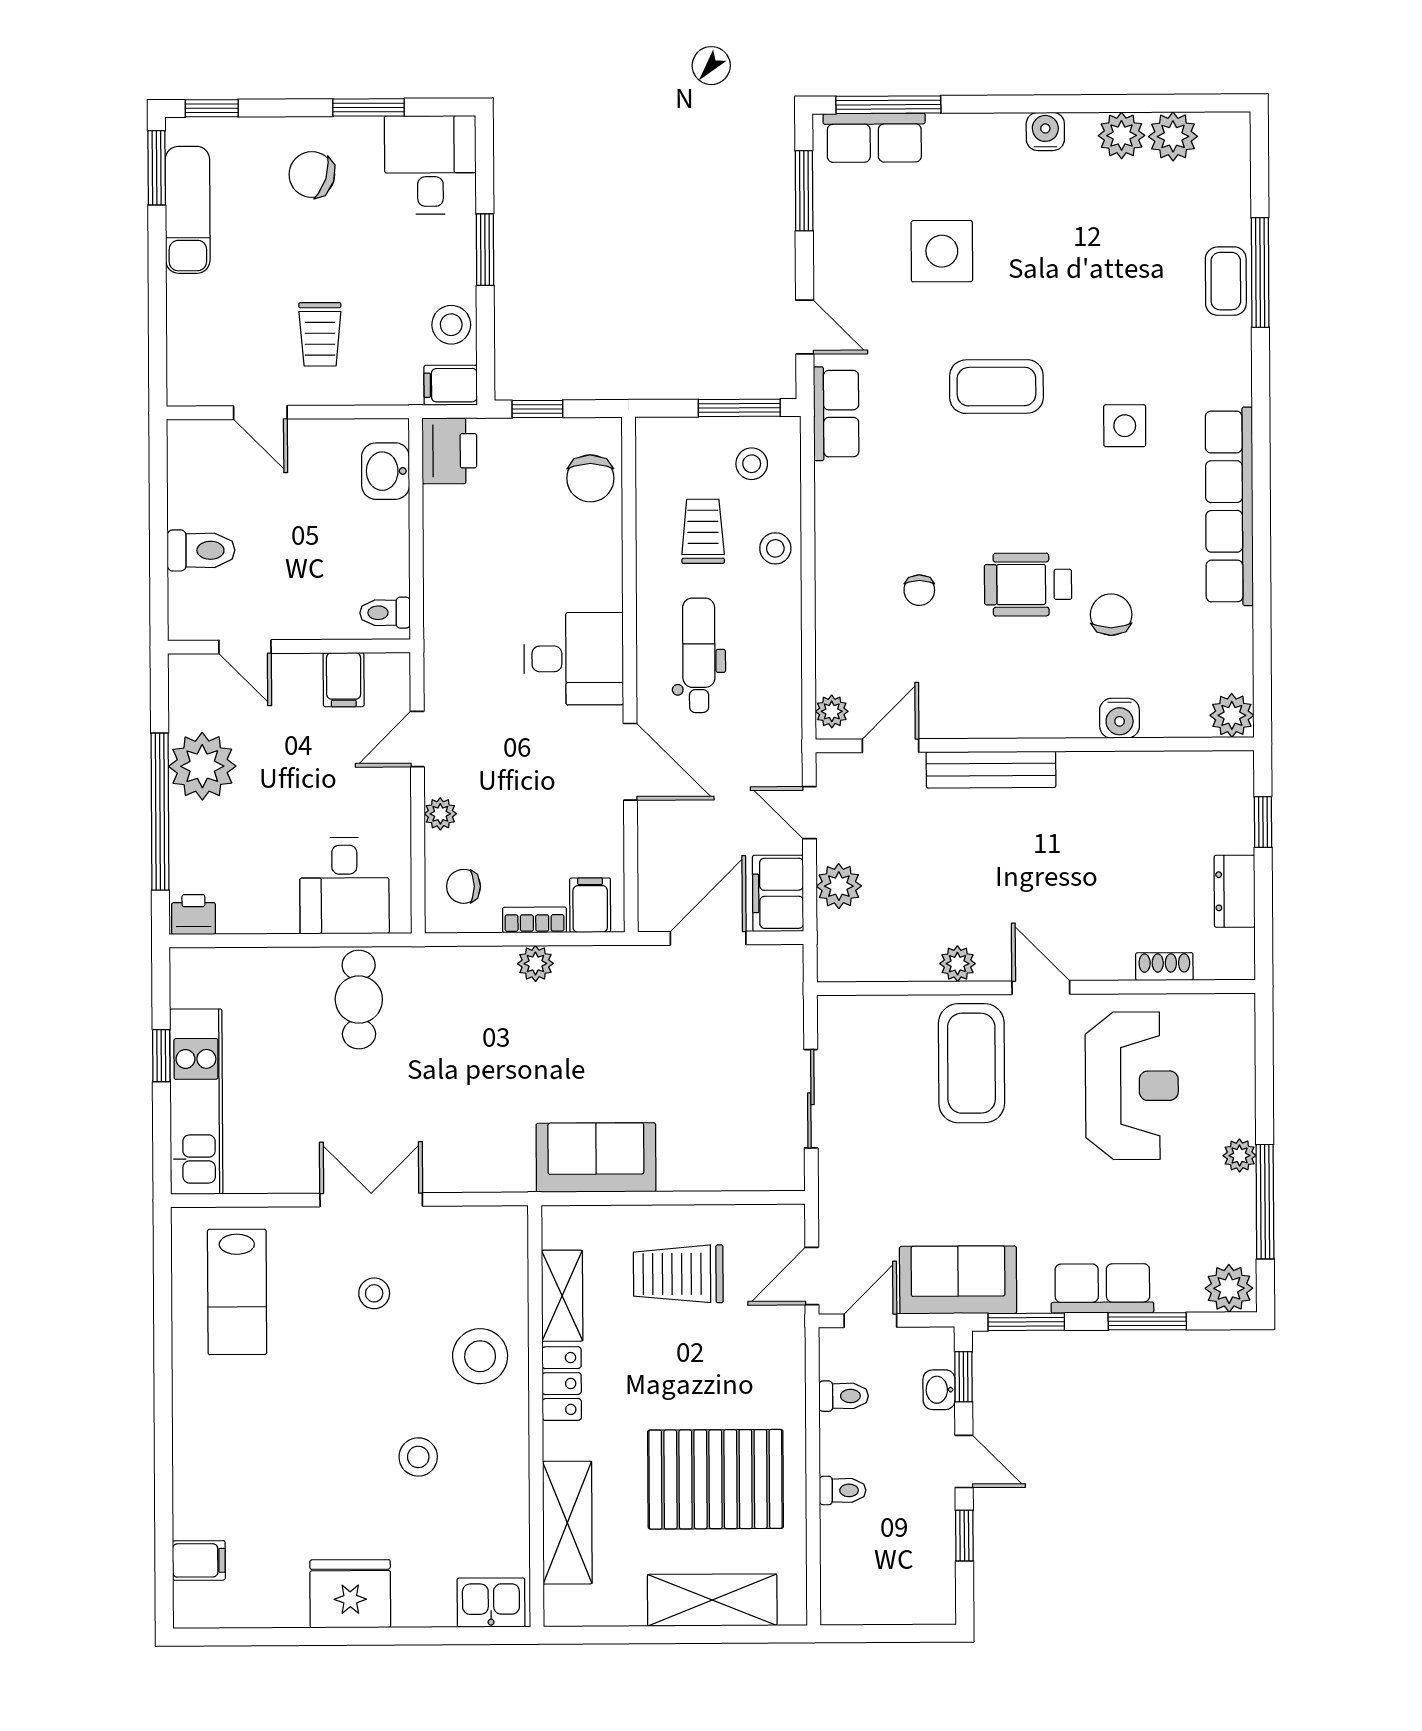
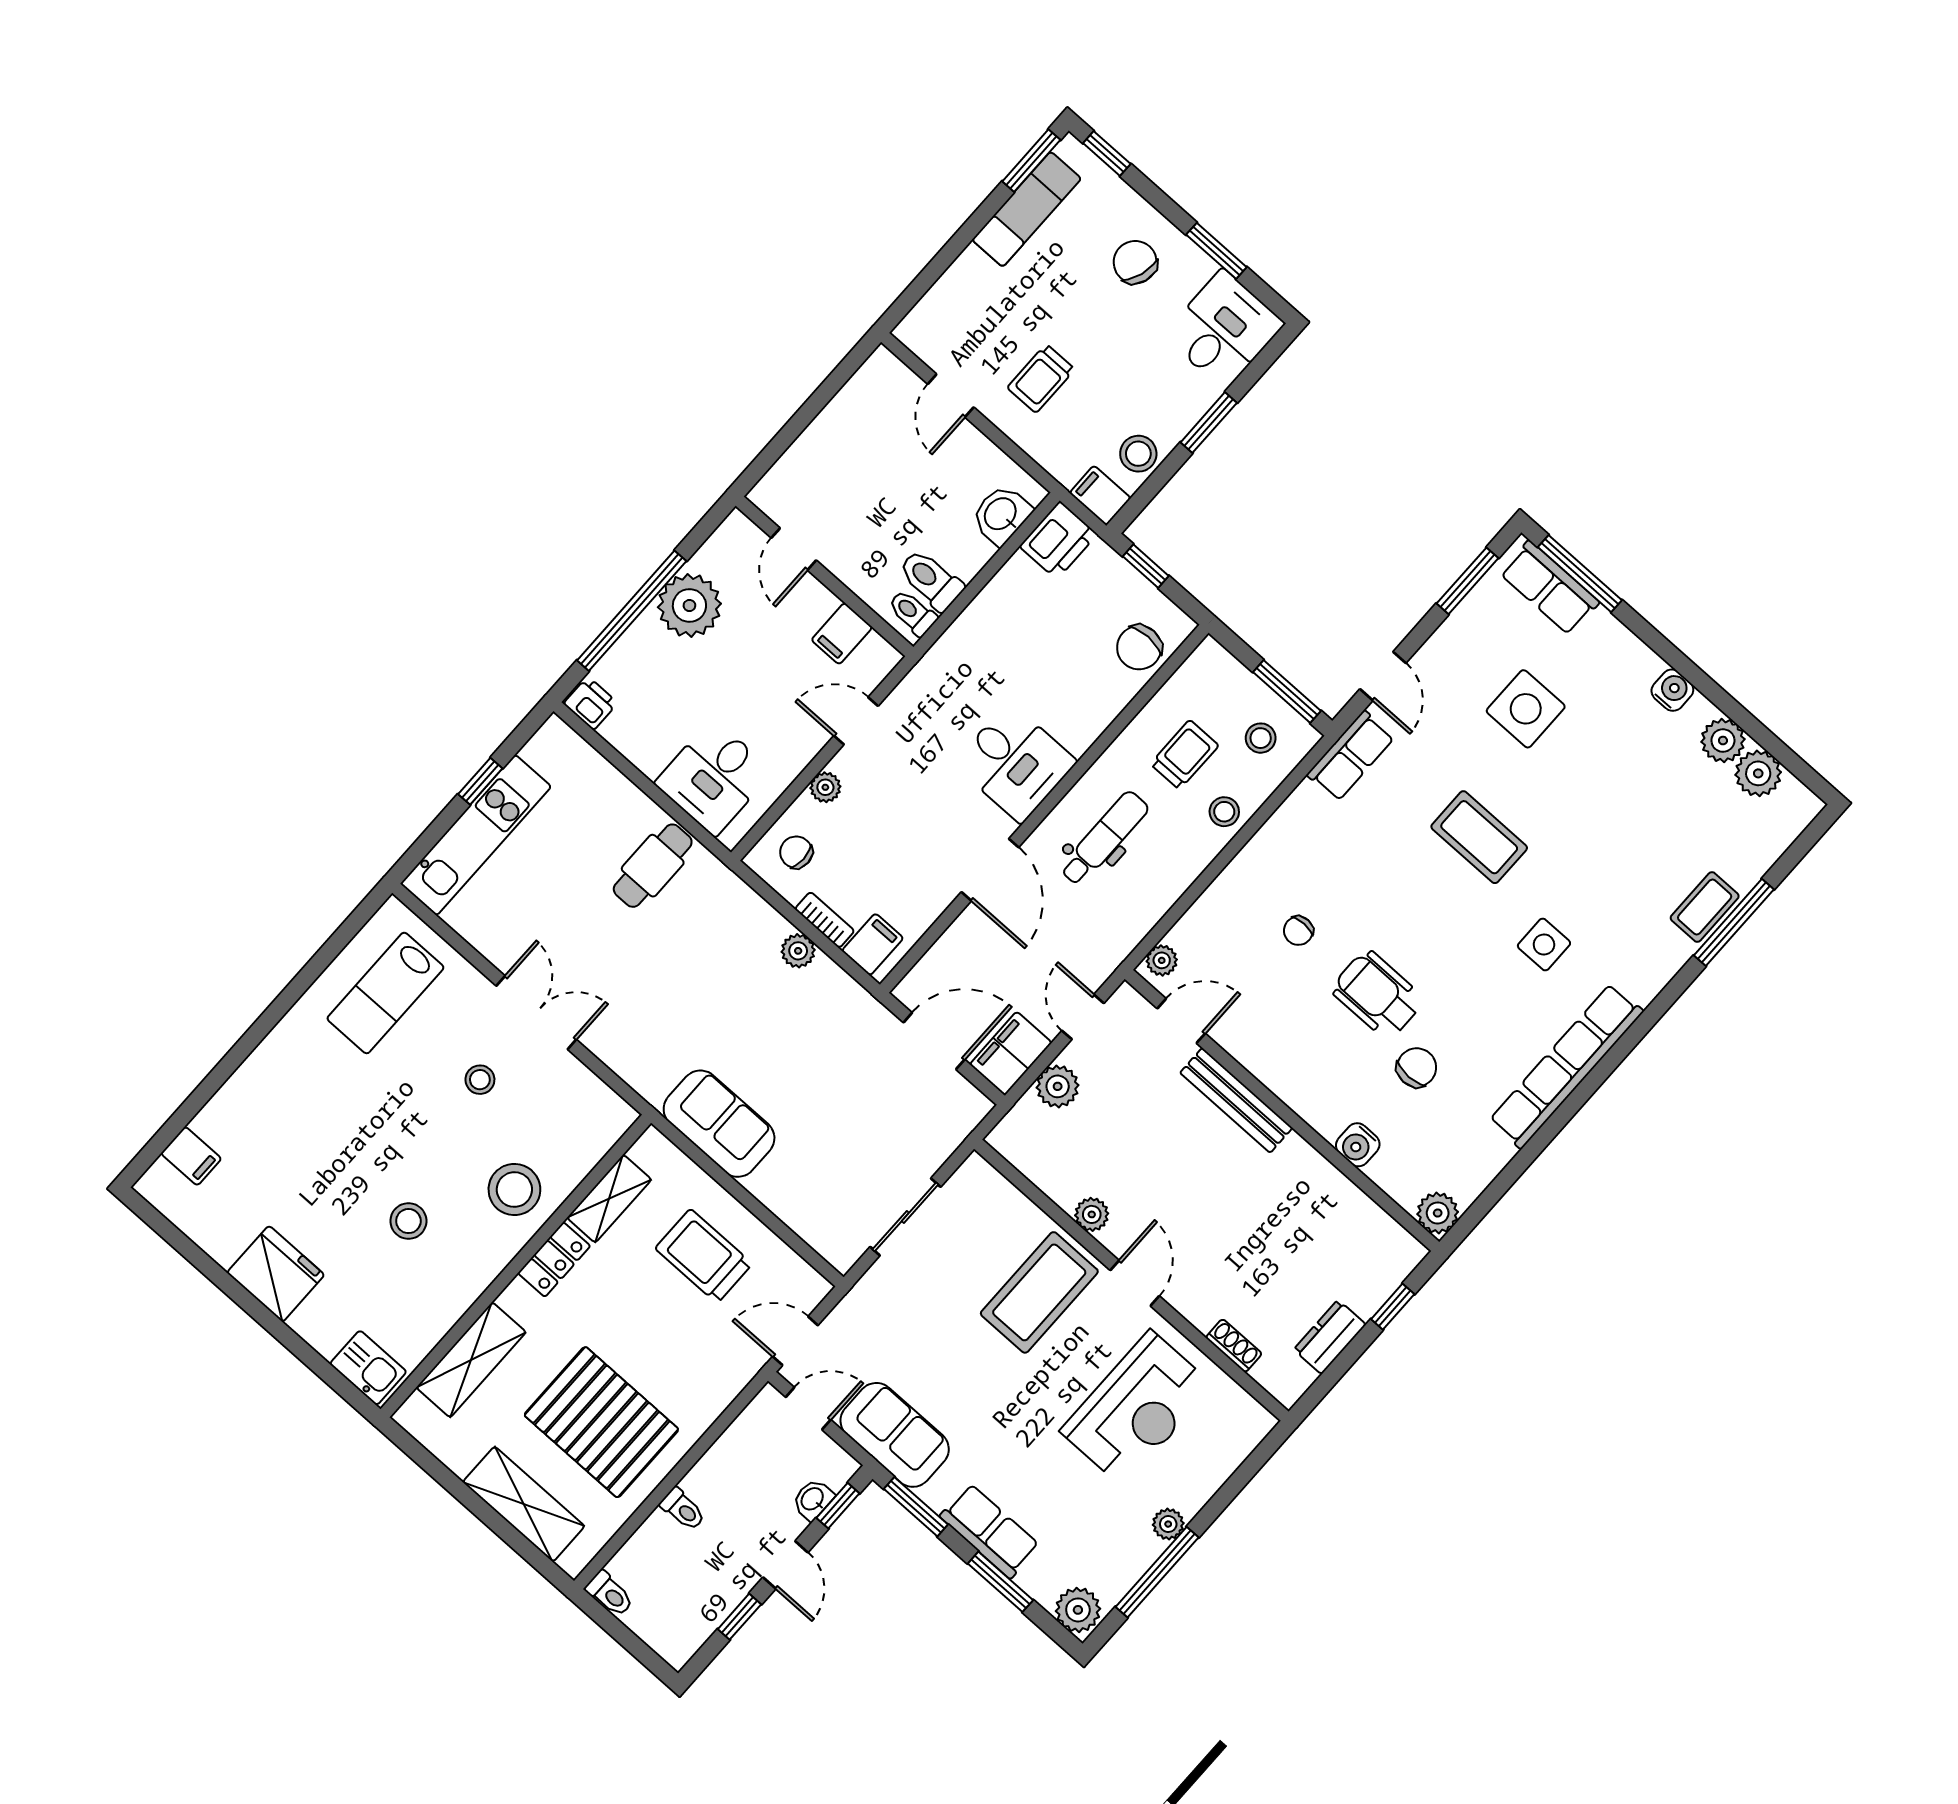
toilet: (201, 550) -> (931, 580), moved, turned 180
toilet: (844, 1396) -> (610, 1594), moved

